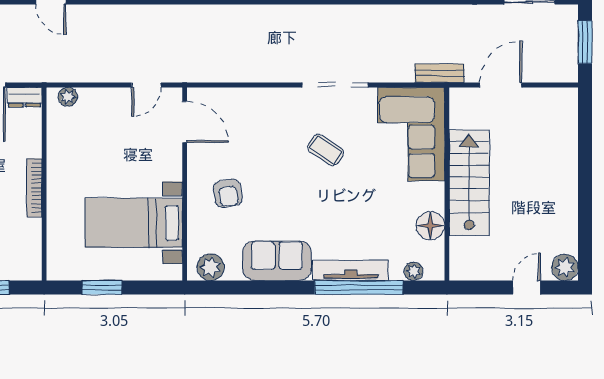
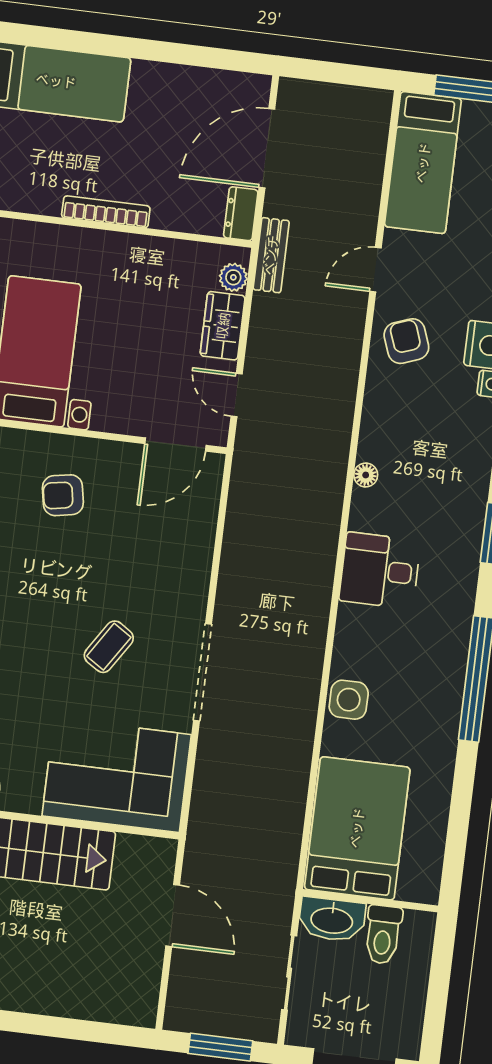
bench: (440, 73) -> (271, 255), moved
wardrobe: (101, 100) -> (223, 326), added

